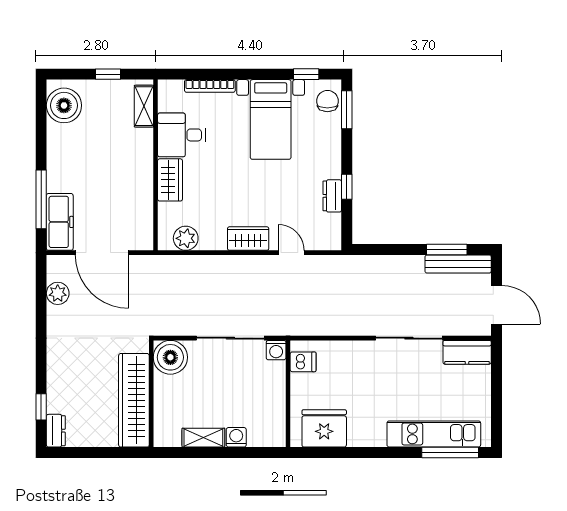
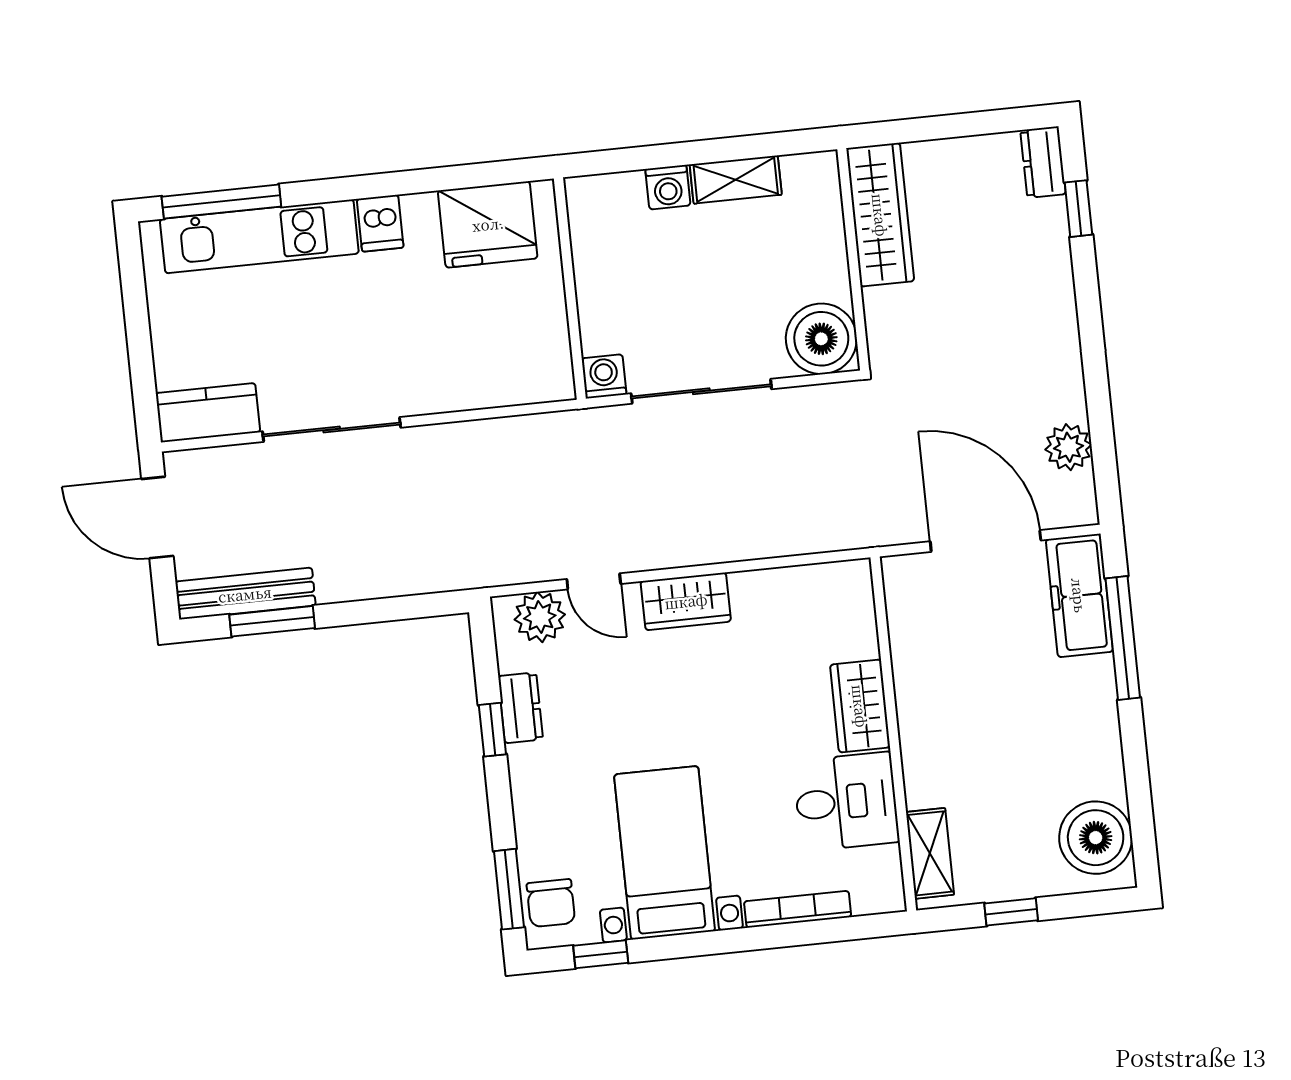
plant: (186, 238) -> (540, 617), moved
dishwasher: (303, 362) -> (380, 223), moved, turned -90
wardrobe: (134, 400) -> (880, 215), width x0.71, depth x0.85

